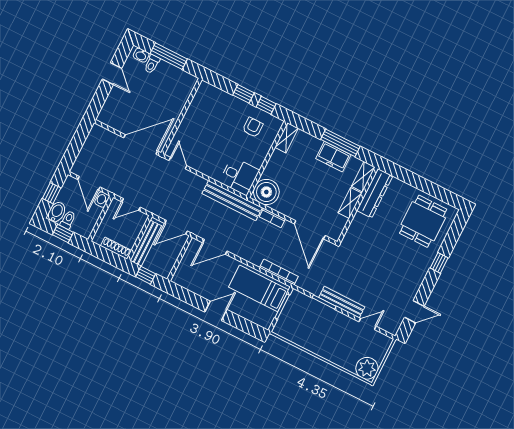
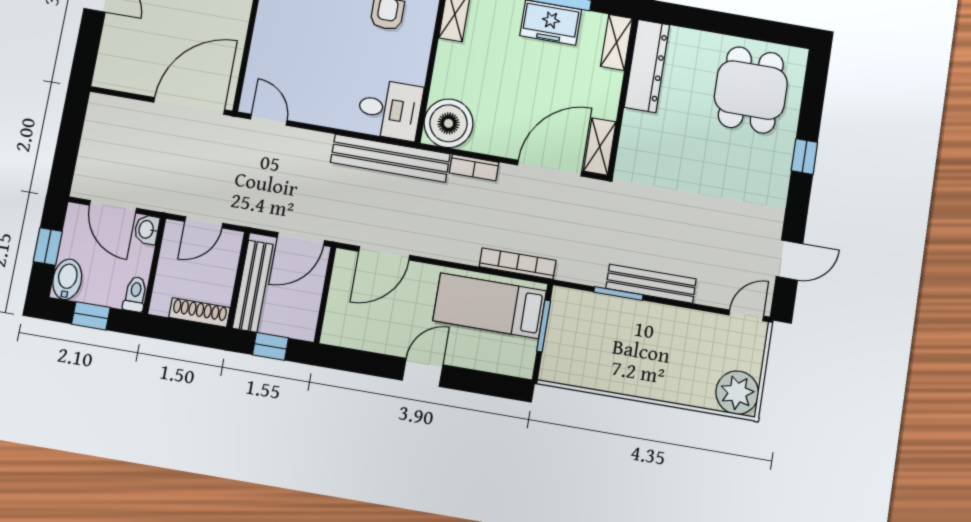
shelving: (350, 203) -> (600, 147), moved
toilet: (68, 220) -> (135, 294), moved
door: (310, 230) -> (550, 168), swing flipped
door: (368, 324) -> (746, 315), moved

